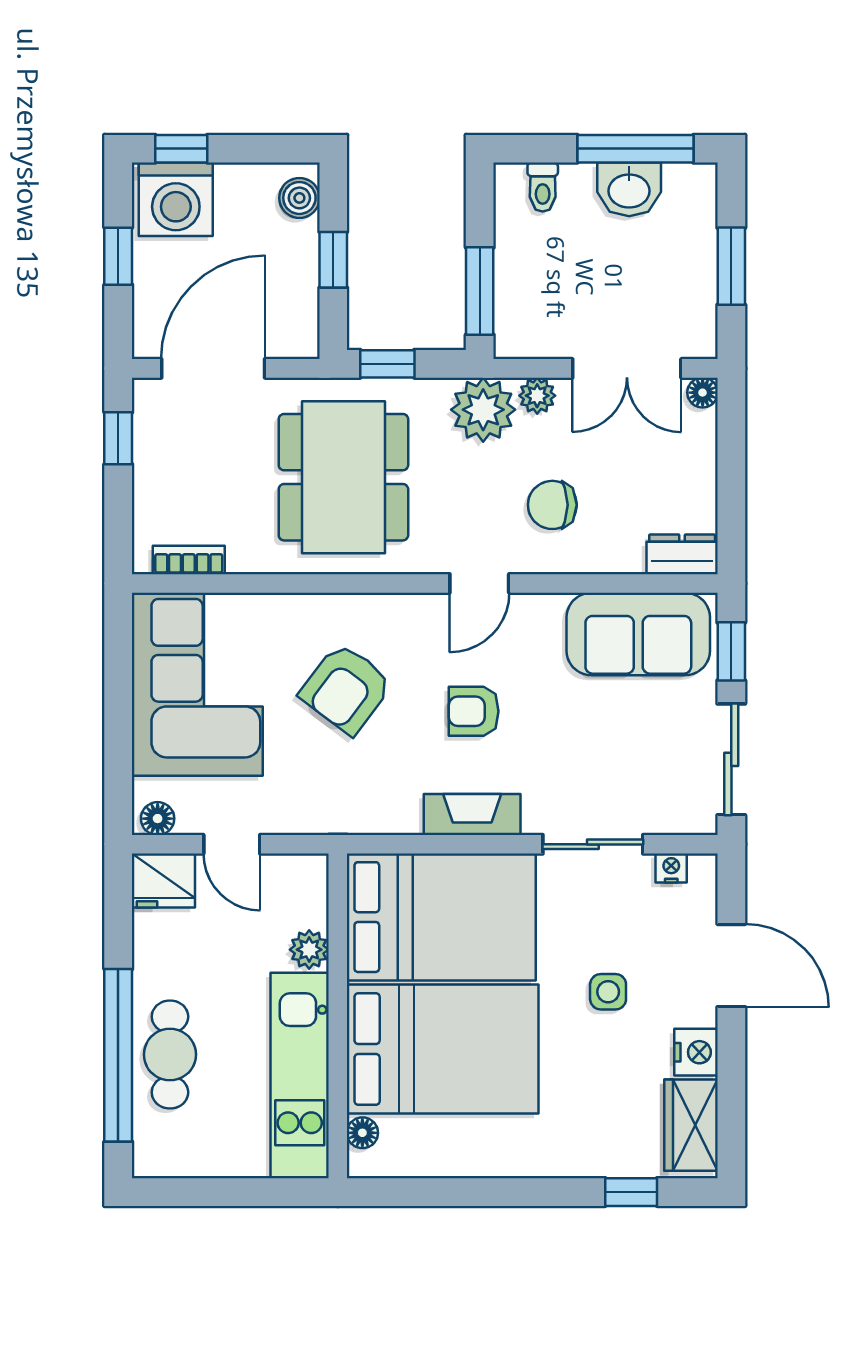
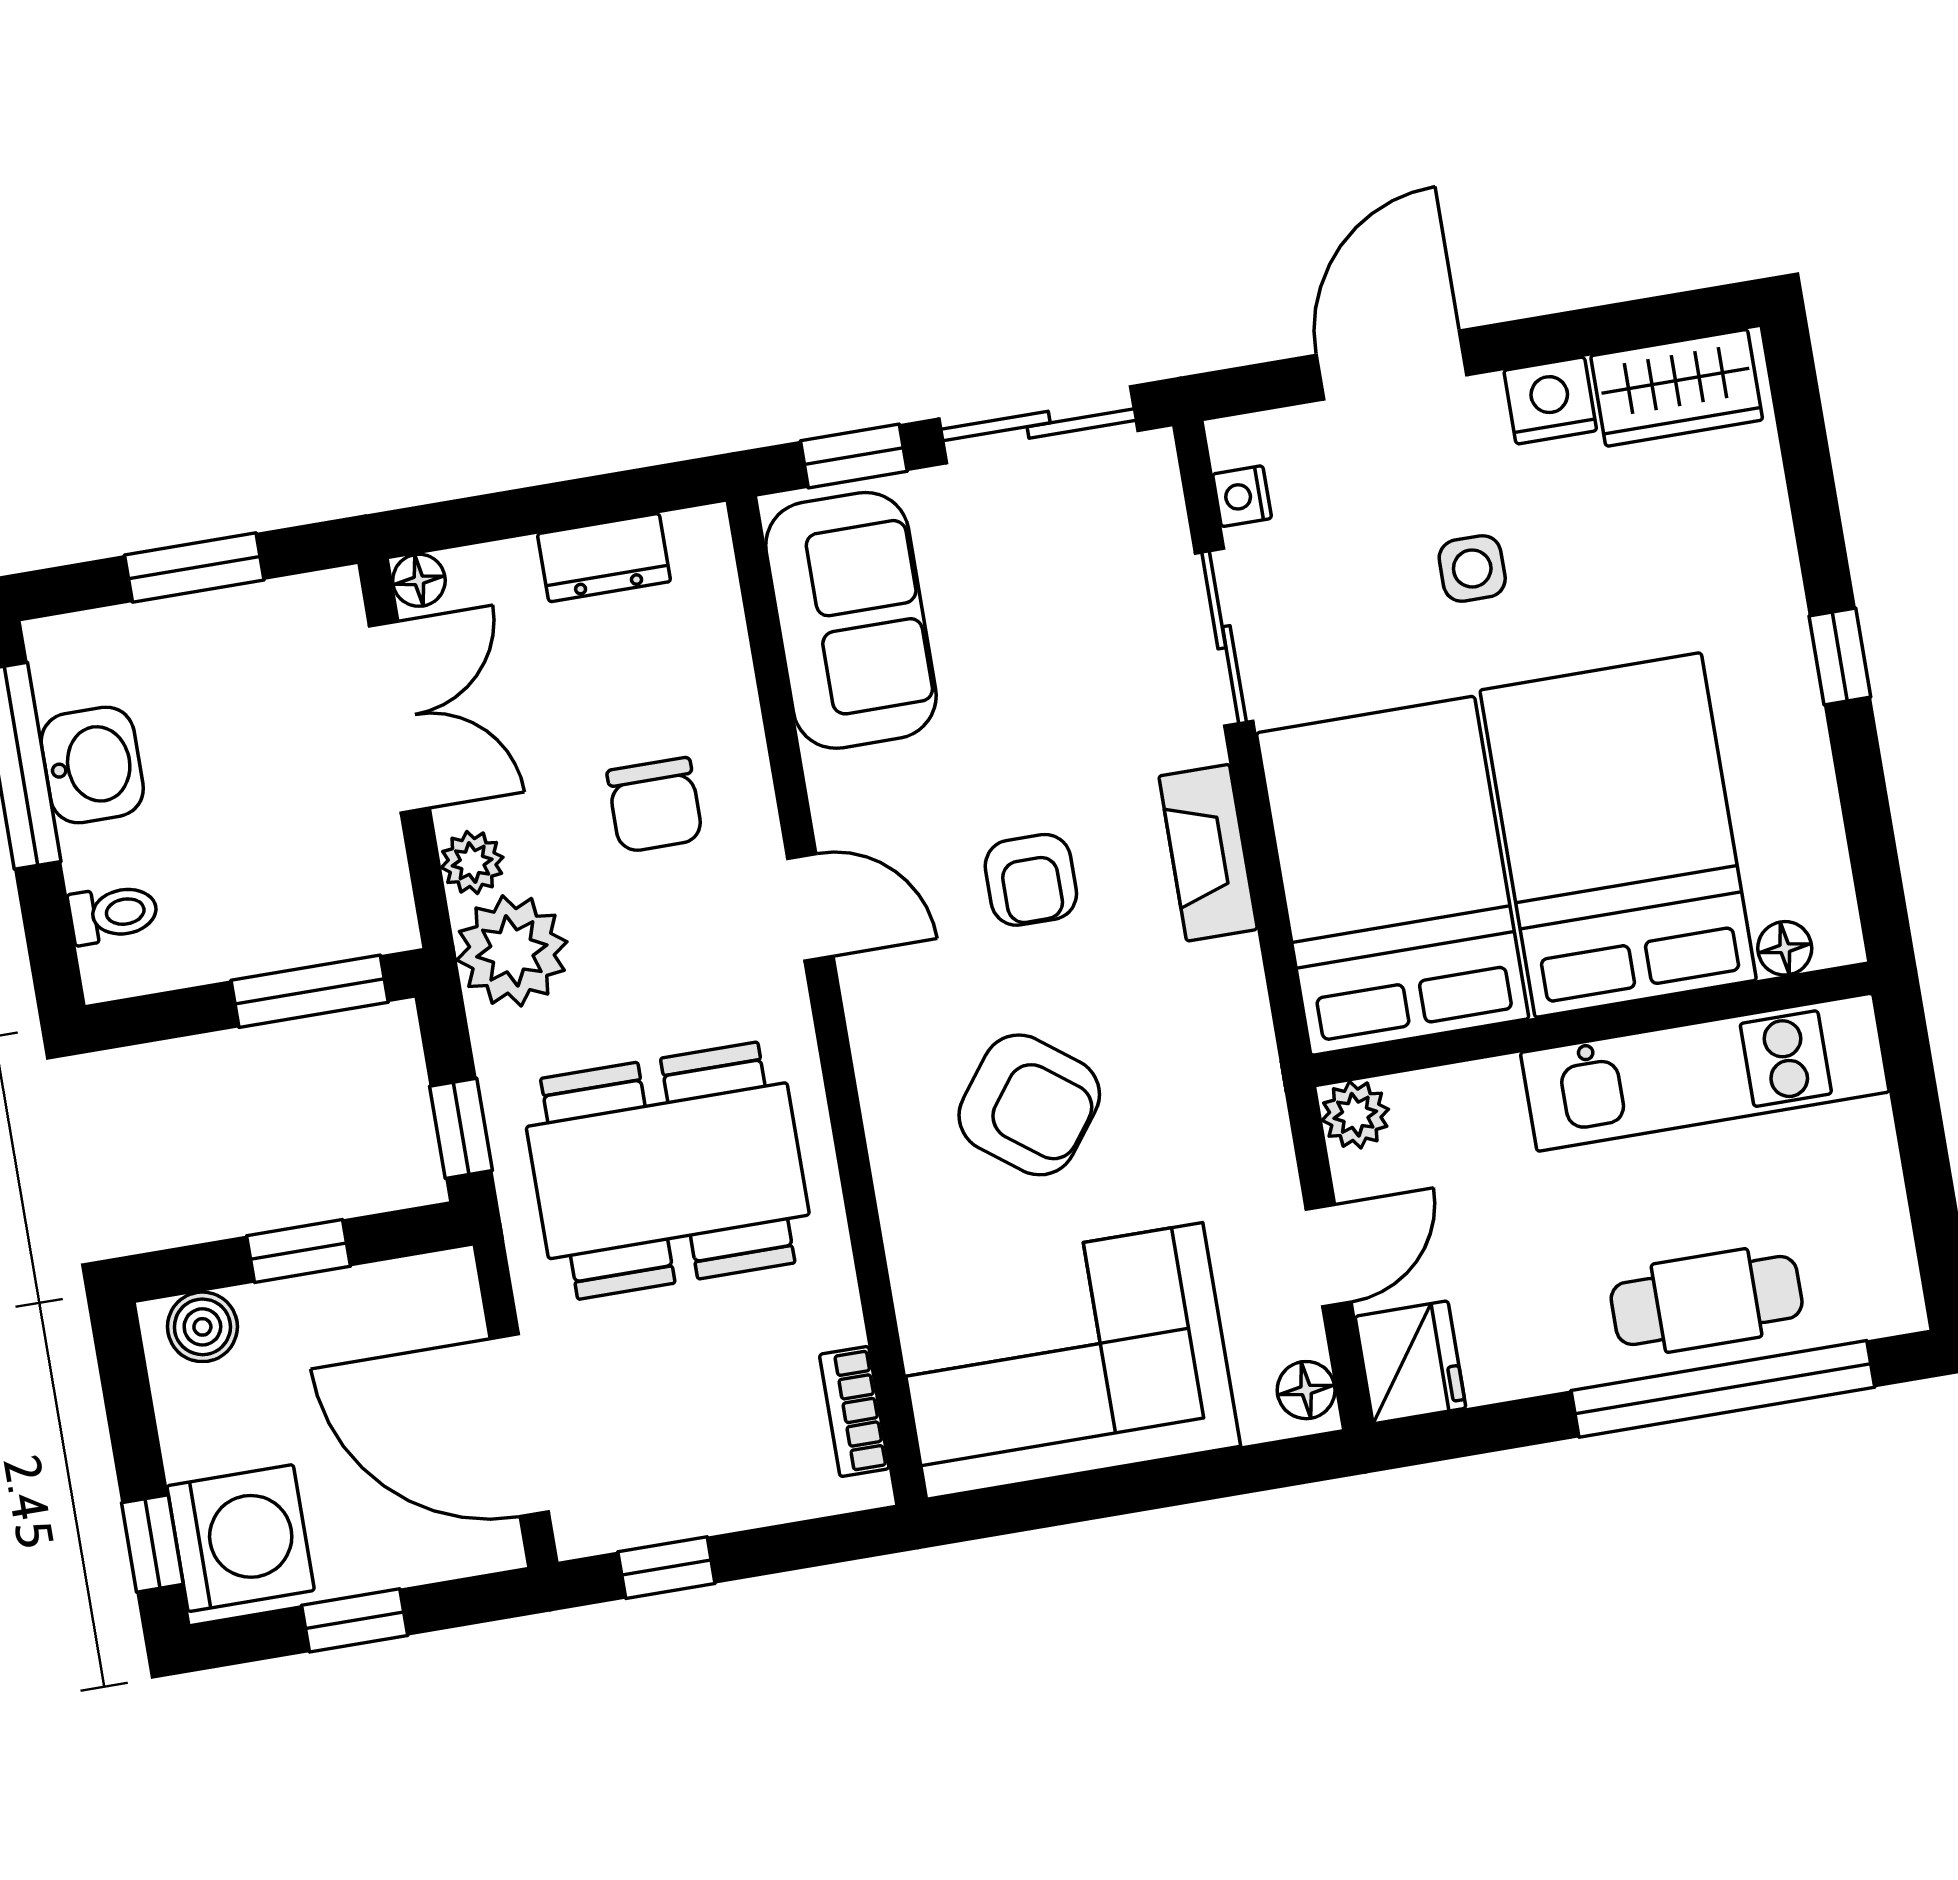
dresser: (682, 554) -> (604, 558), moved, turned -90
plant: (309, 950) -> (1355, 1115), moved
window: (631, 1192) -> (1840, 657), moved

